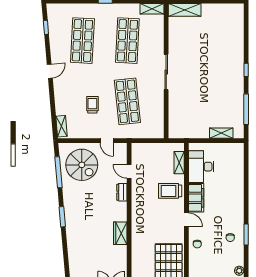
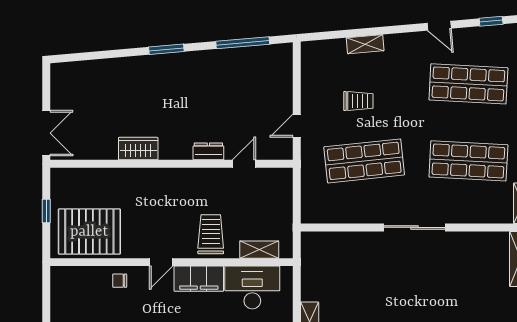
door: (50, 71) -> (439, 26), moved
shelving: (61, 126) -> (365, 44), moved
spiral stairs: (82, 165) -> (255, 83), removed

